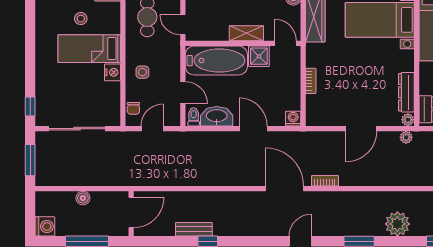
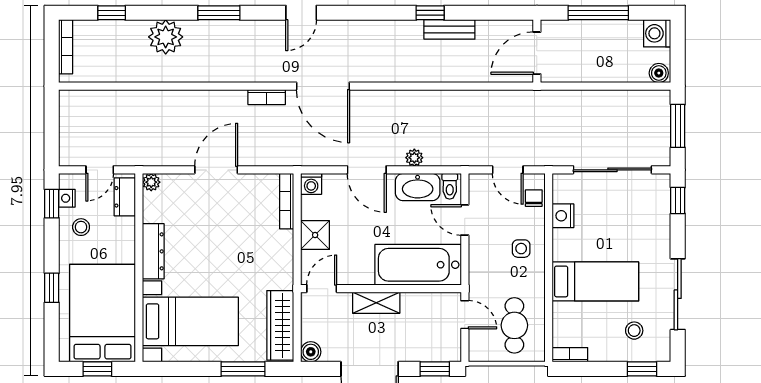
stool: (81, 19) -> (634, 331), moved
sliding door: (30, 39) -> (678, 294), added
door: (286, 43) -> (322, 289), swing flipped
shower: (259, 56) -> (315, 235), moved
nightstand: (112, 72) -> (563, 216), moved
bookcase: (311, 81) -> (287, 201), moved, width x1.56
dresser: (406, 92) -> (153, 251), moved
door: (152, 129) -> (508, 170), hinge flipped
plant: (406, 137) -> (414, 158), moved
boiler: (83, 198) -> (659, 73), moved

